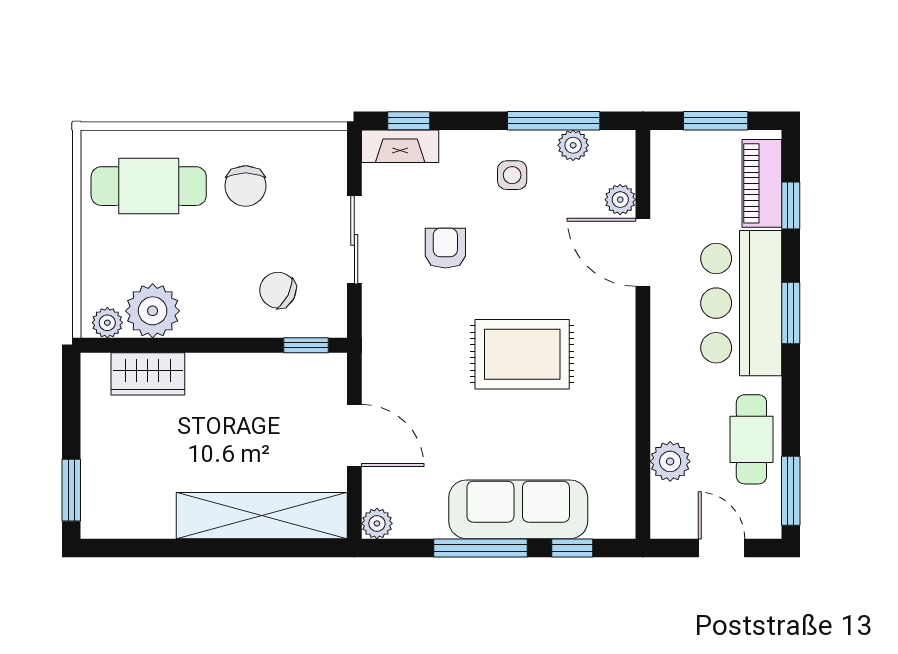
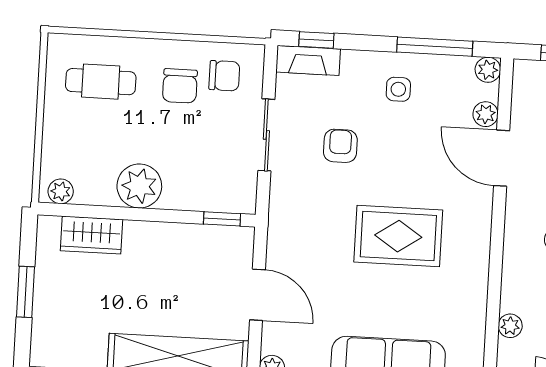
plant: (573, 145) -> (488, 70), moved
cafe table: (149, 186) -> (101, 82), width x0.73, depth x0.74
chair: (278, 290) -> (224, 76), moved, turned 153
plant: (153, 311) -> (139, 186), moved
plant: (670, 461) -> (510, 326), width x0.73, depth x0.73
window: (71, 490) -> (25, 292), moved

